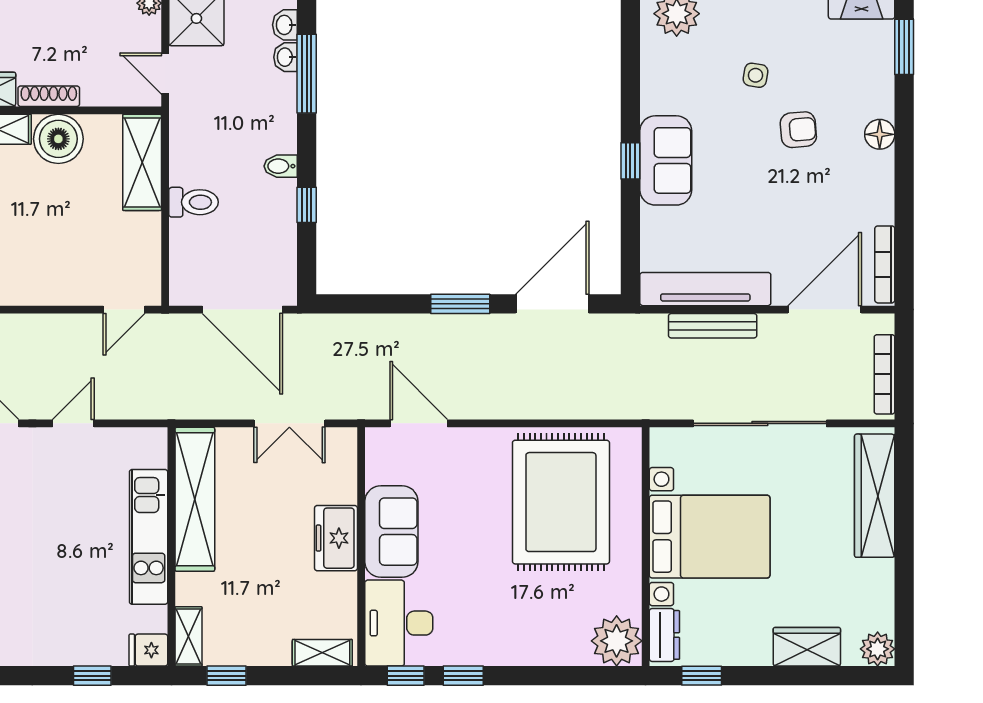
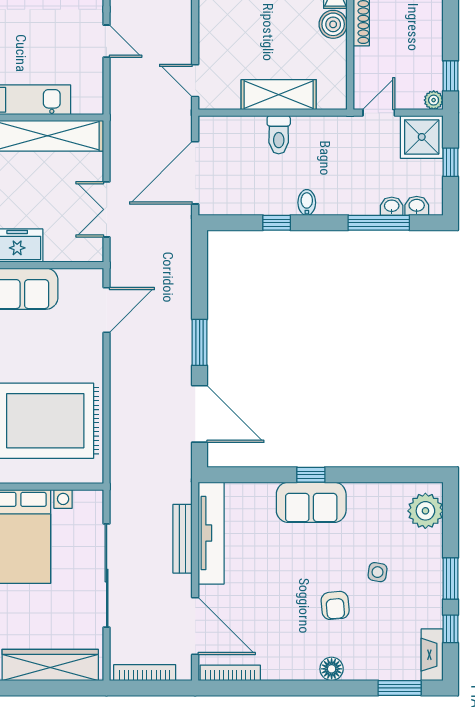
boiler: (58, 139) -> (333, 24), width x0.73, depth x0.73
shelving: (142, 162) -> (279, 95), moved

